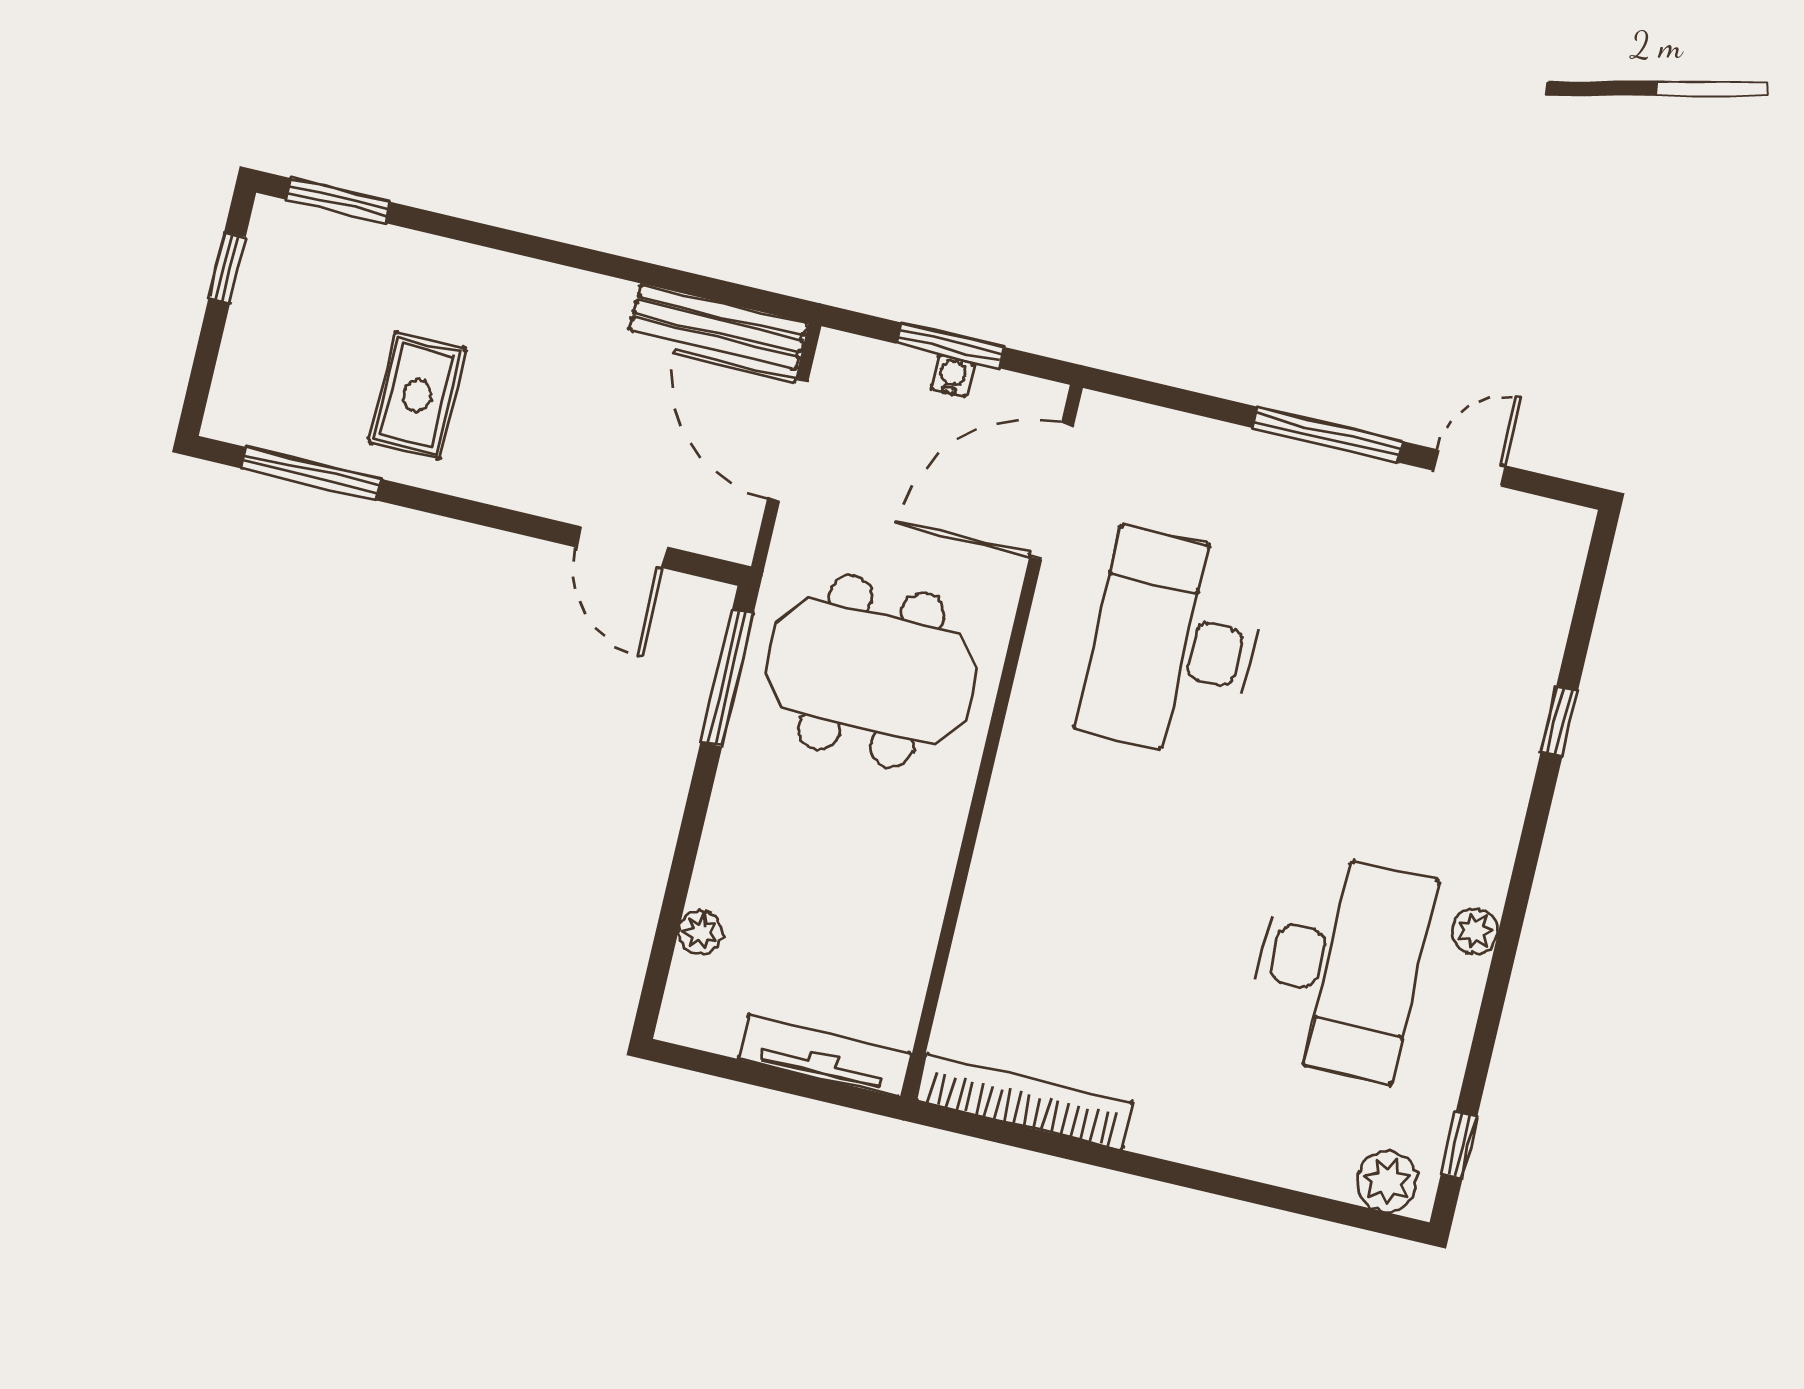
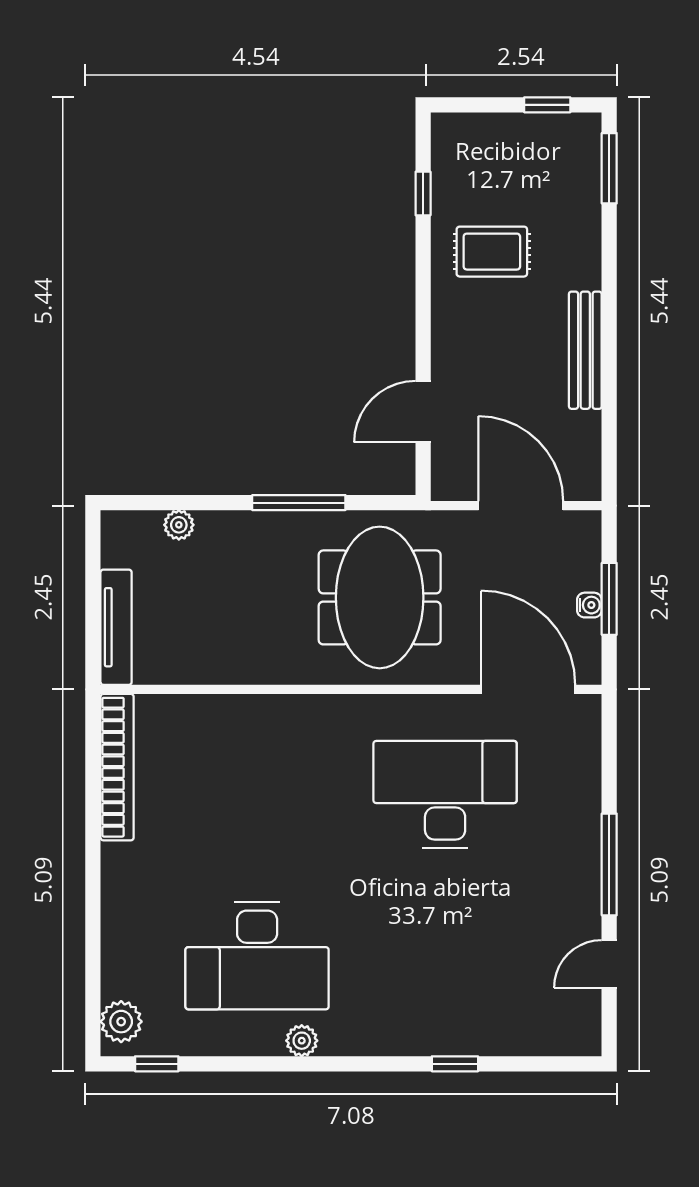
bench: (718, 326) -> (585, 350), moved
door: (788, 440) -> (521, 506), hinge flipped
door: (1469, 468) -> (609, 964), swing flipped
window: (311, 474) -> (423, 194), width x0.46
window: (727, 678) -> (299, 503), moved

